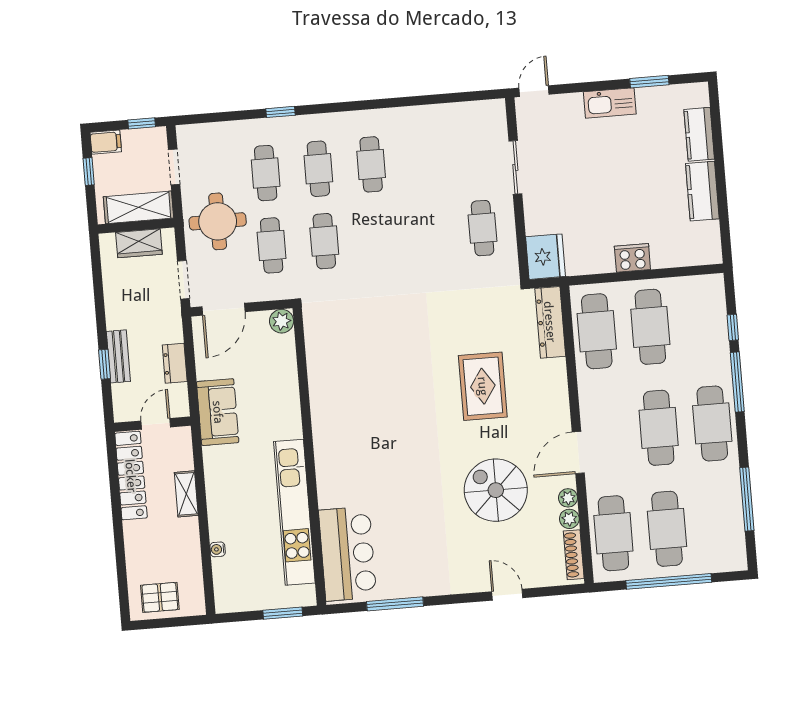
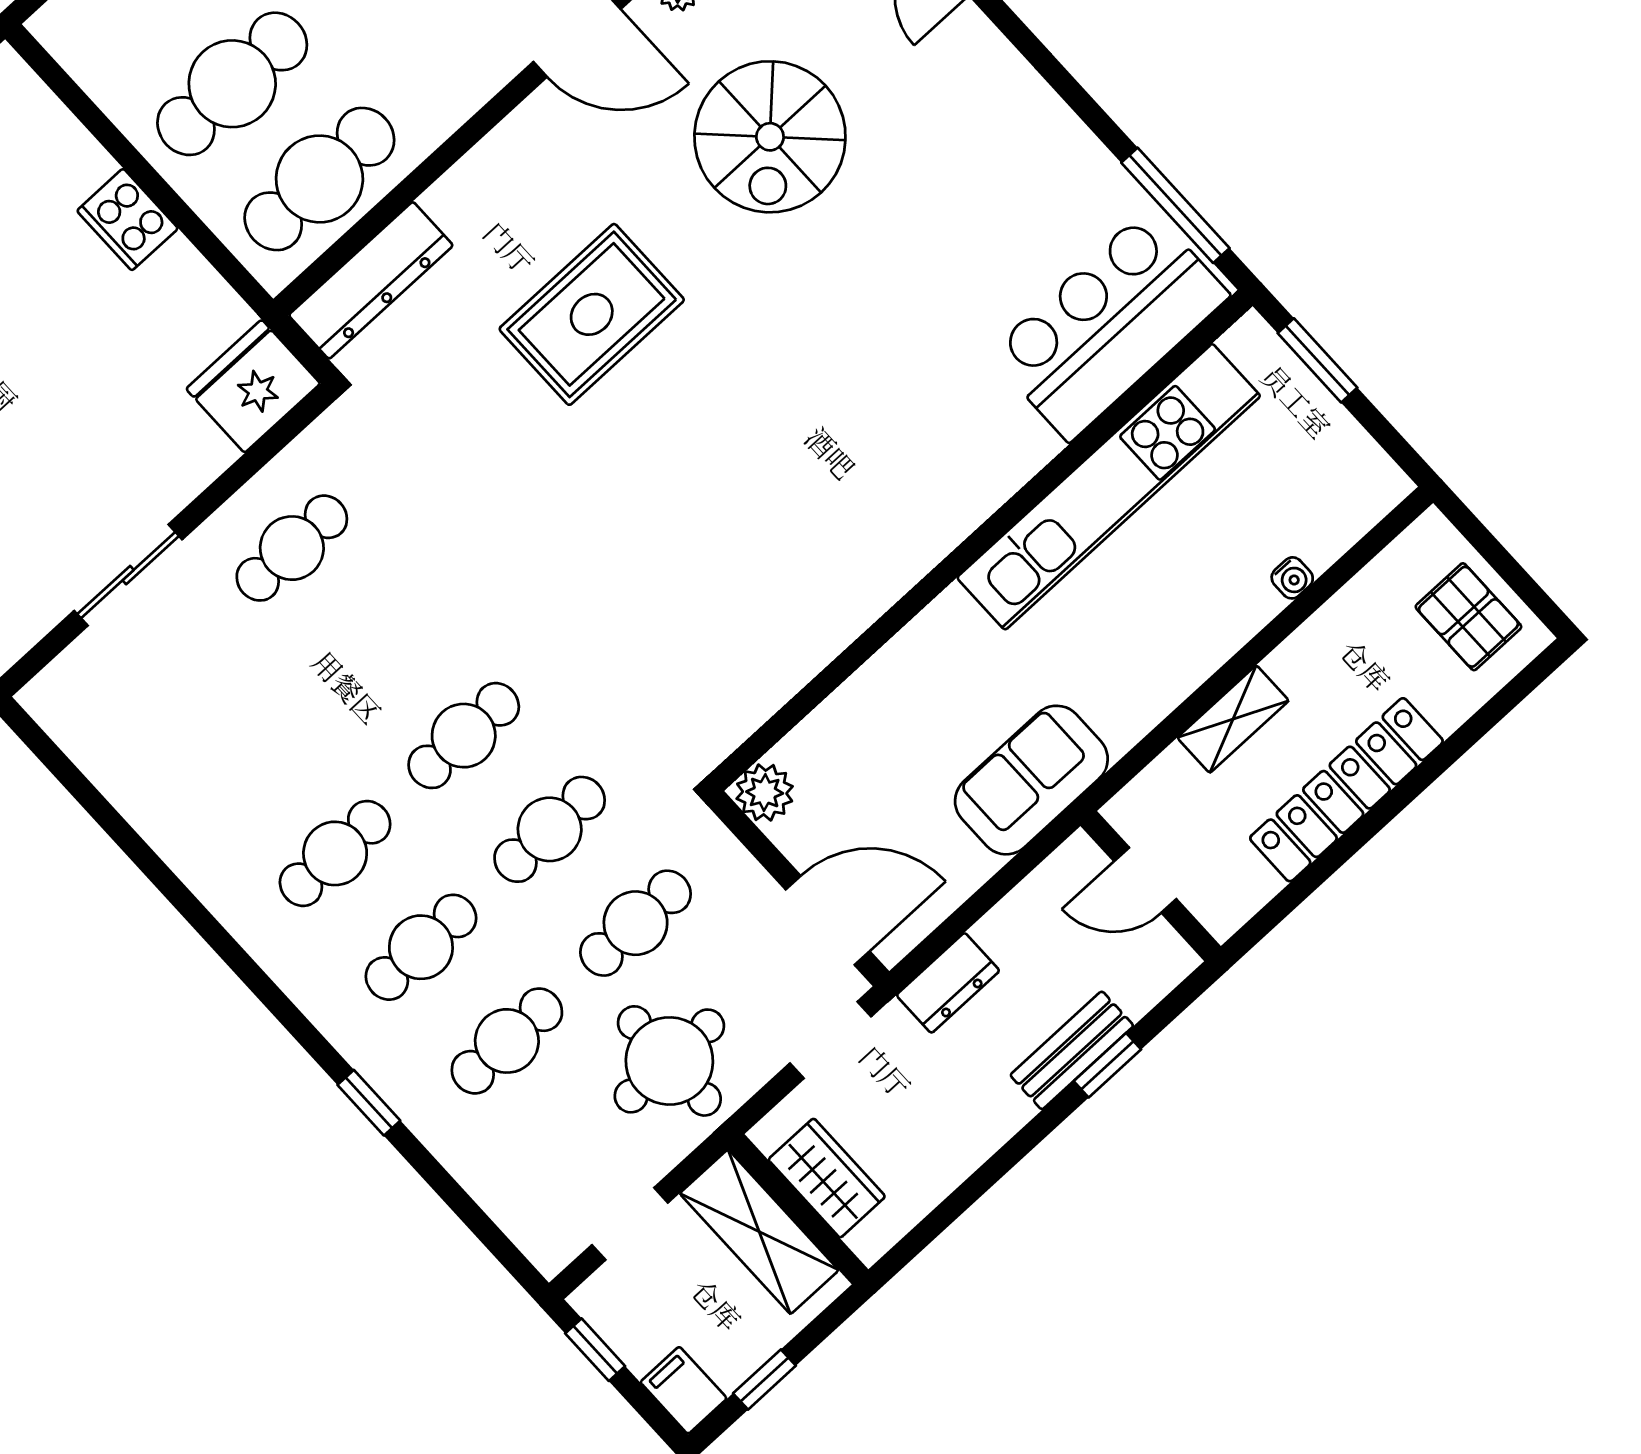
cafe table: (377, 237) -> (464, 736), added
dresser: (175, 363) -> (948, 983), moved
locker: (131, 476) -> (1346, 790), moved
window: (395, 604) -> (1175, 205), moved

